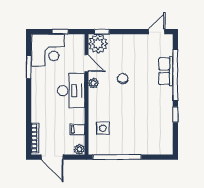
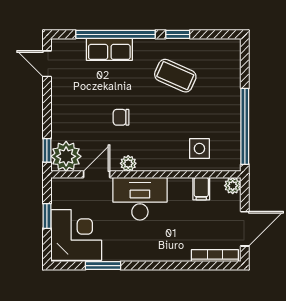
coffee table: (149, 113) -> (175, 76), added

